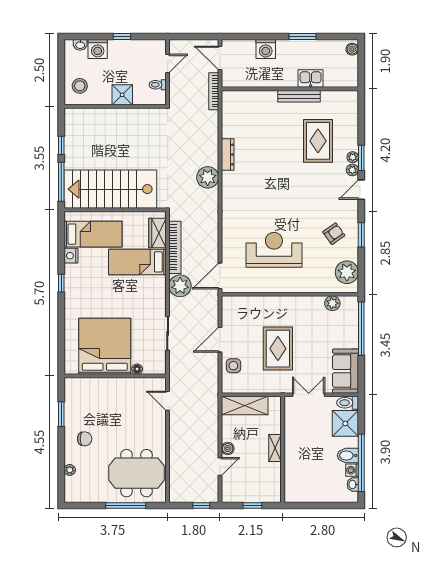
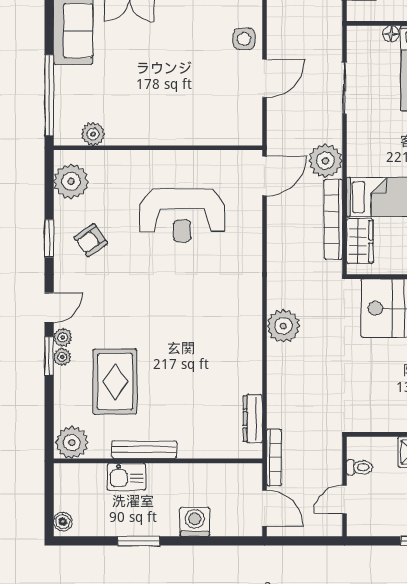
plant: (346, 101) -> (72, 442), added
dresser: (228, 155) -> (253, 419), moved
rug: (278, 349) -> (176, 65), removed

